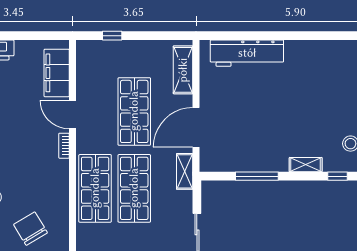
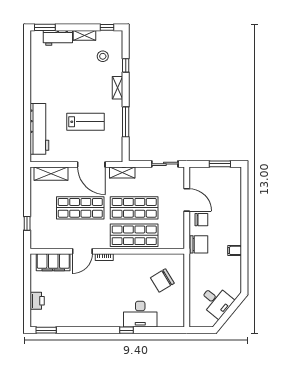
lab bench: (257, 119) -> (86, 122), added

